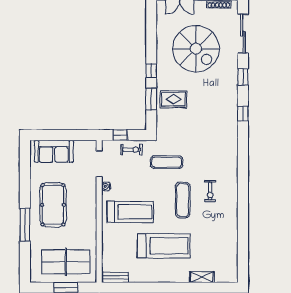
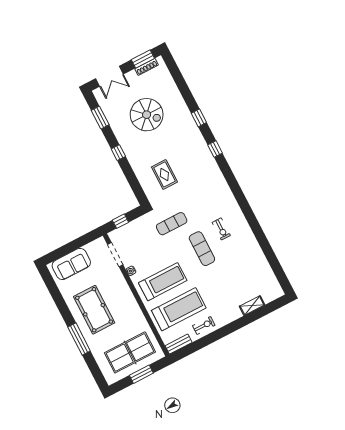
sliding door: (243, 34) -> (180, 81), removed
spiral stairs: (196, 49) -> (147, 115), width x0.73, depth x0.73
window: (151, 99) -> (100, 118), moved
rug: (173, 99) -> (164, 174), moved, turned 90
exercise bike: (132, 150) -> (204, 325), moved
treadmill: (164, 246) -> (179, 309), moved

